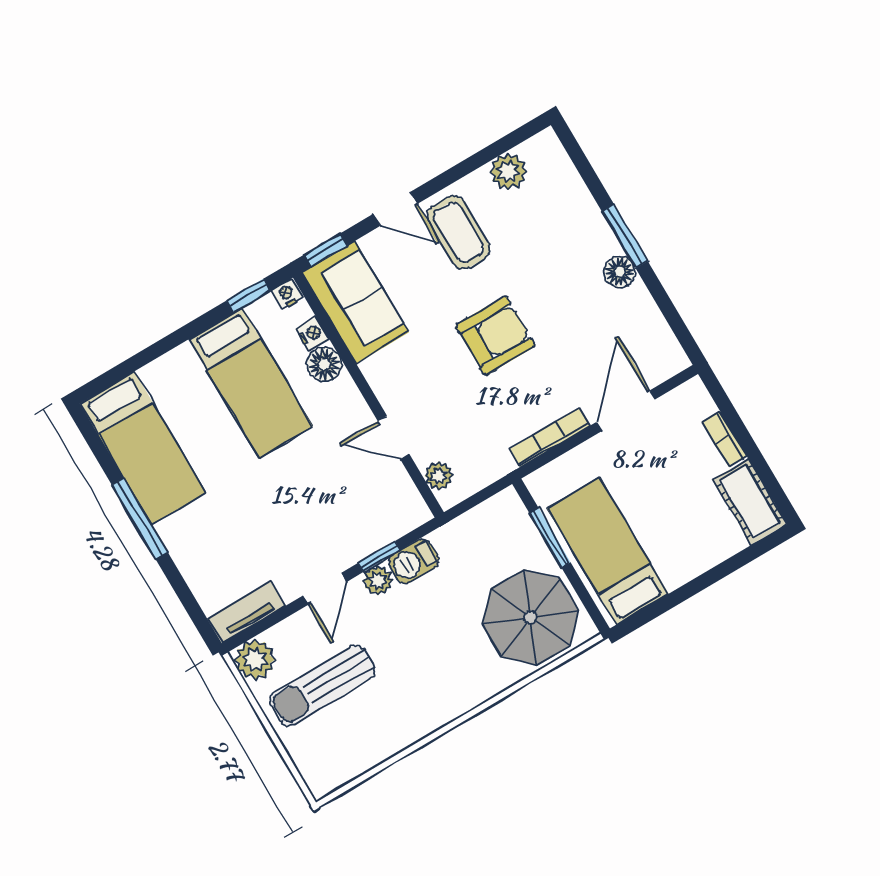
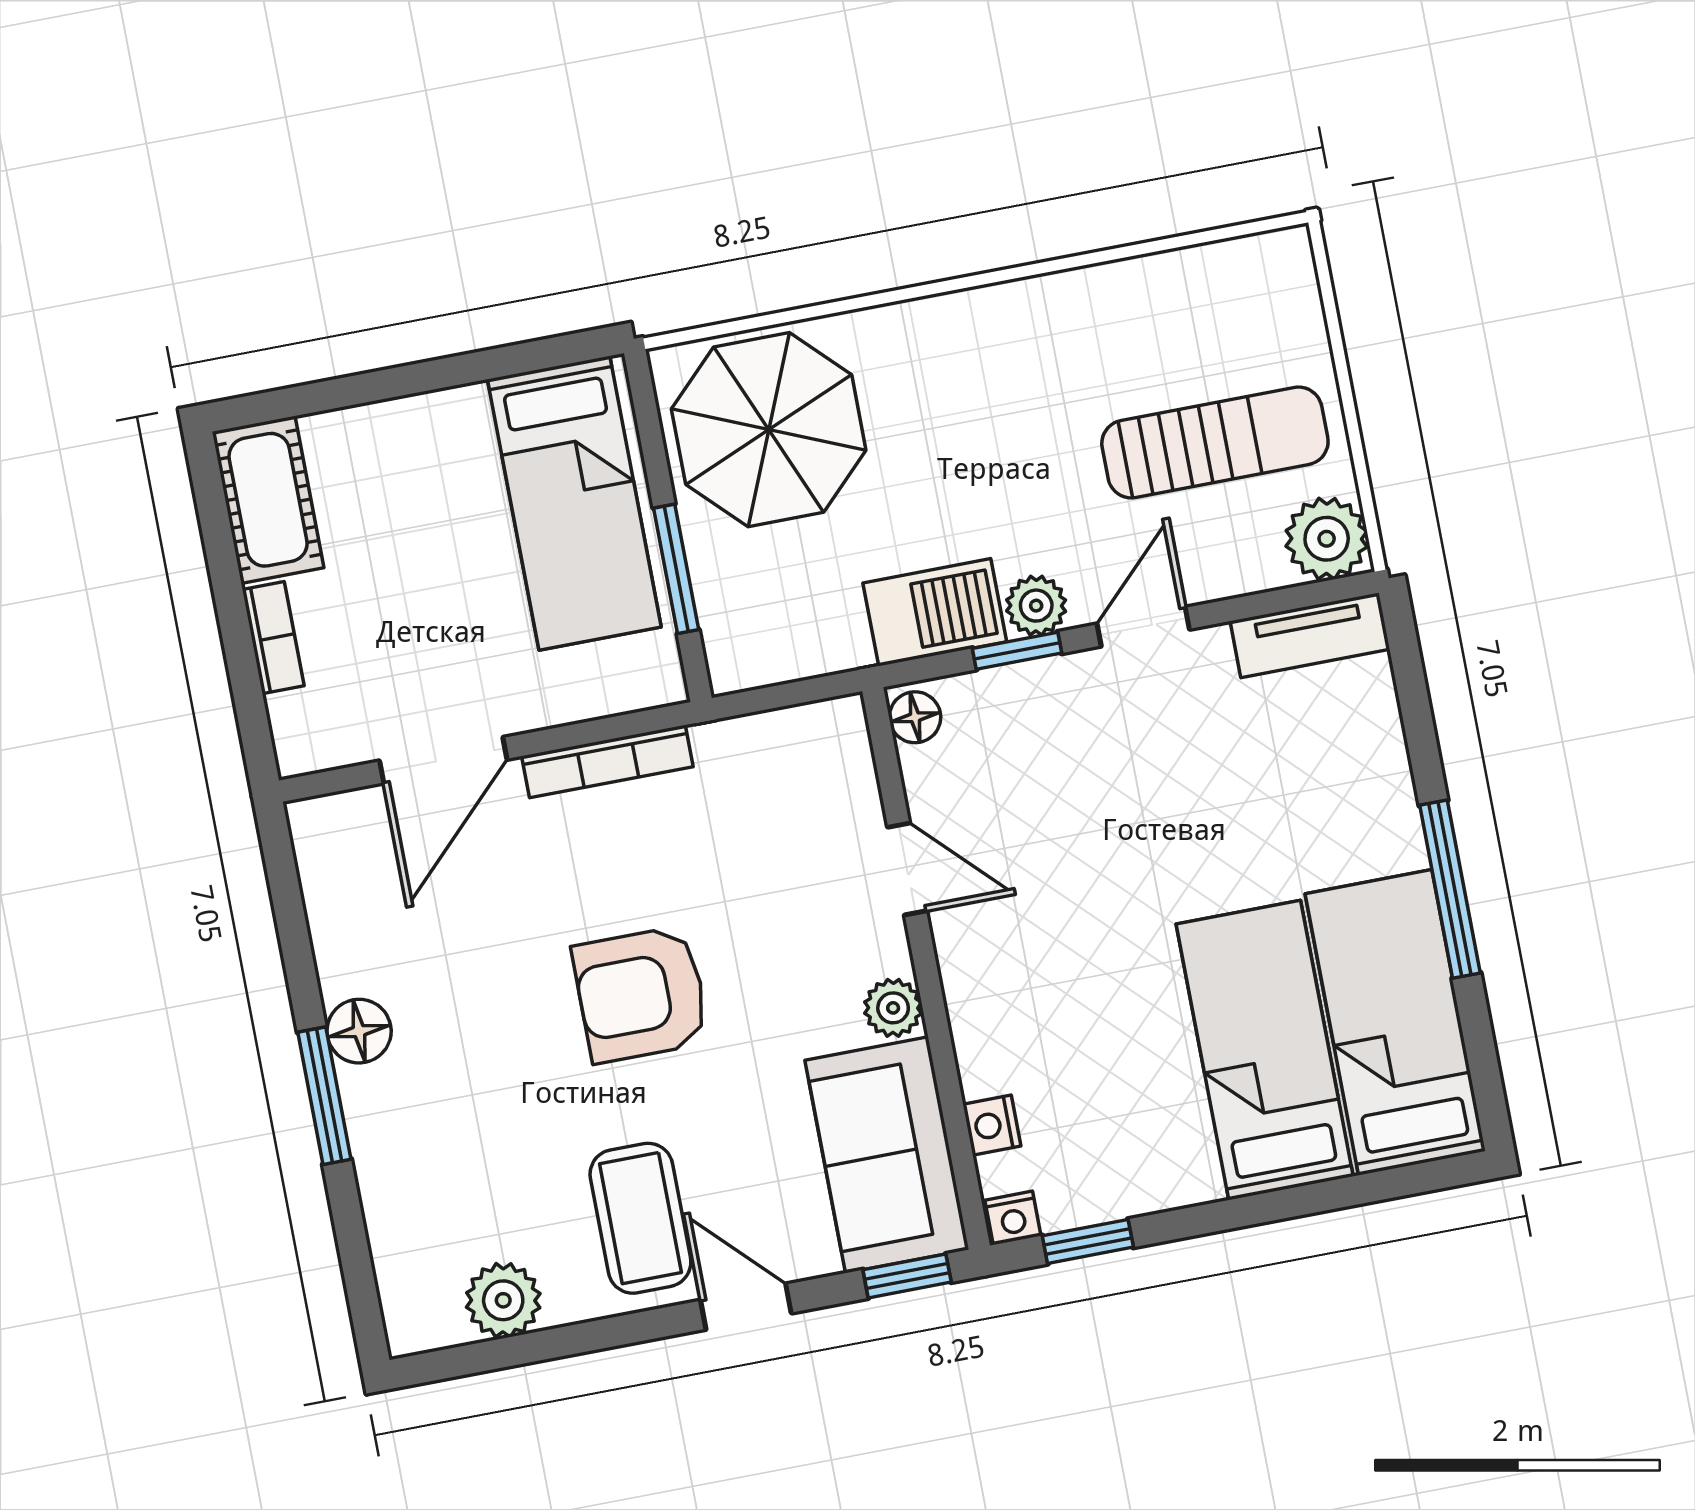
floor lamp: (324, 364) -> (915, 717), moved, width x0.73, depth x0.73
bed: (251, 383) -> (1265, 1050), moved
plant: (439, 476) -> (893, 1008), moved
barbecue: (414, 561) -> (935, 612), width x1.38, depth x1.27

